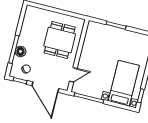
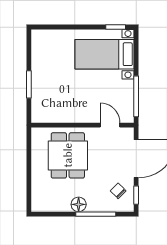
dining table: (60, 40) -> (68, 155), turned 90
floor lamp: (20, 51) -> (79, 204), moved

